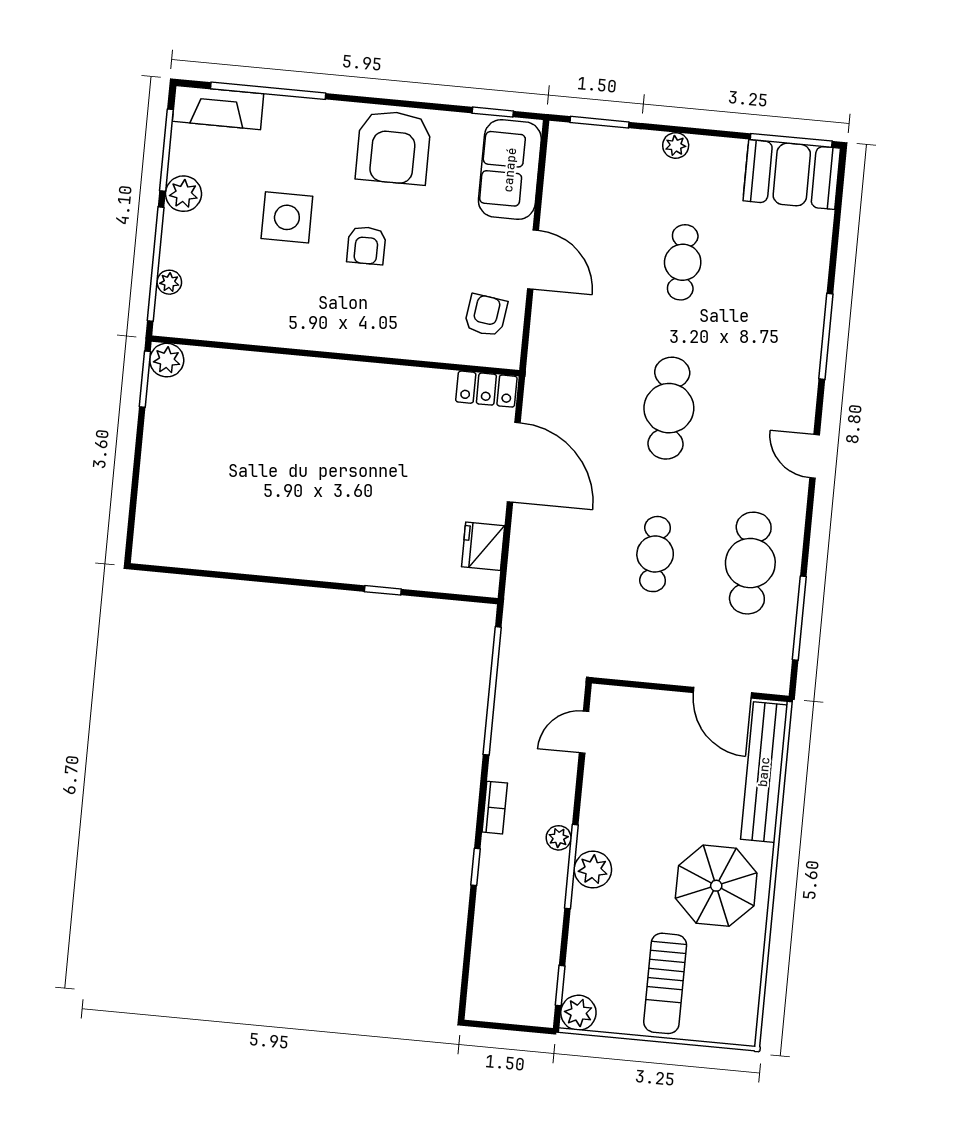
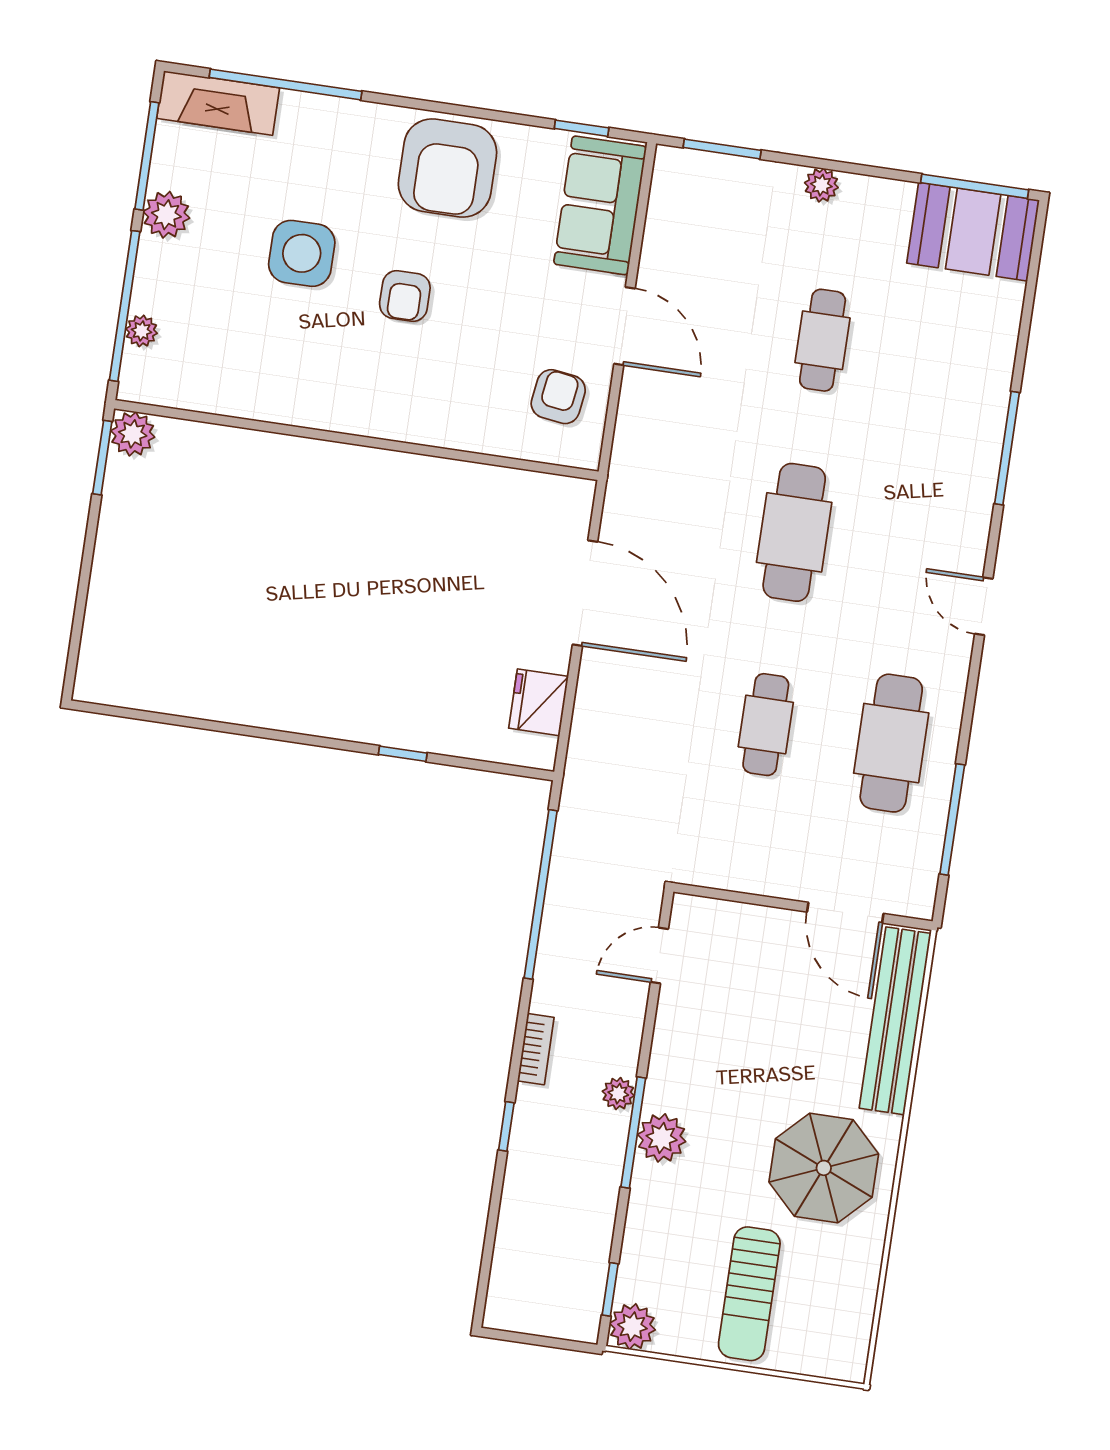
locker: (486, 389) -> (554, 494), removed

